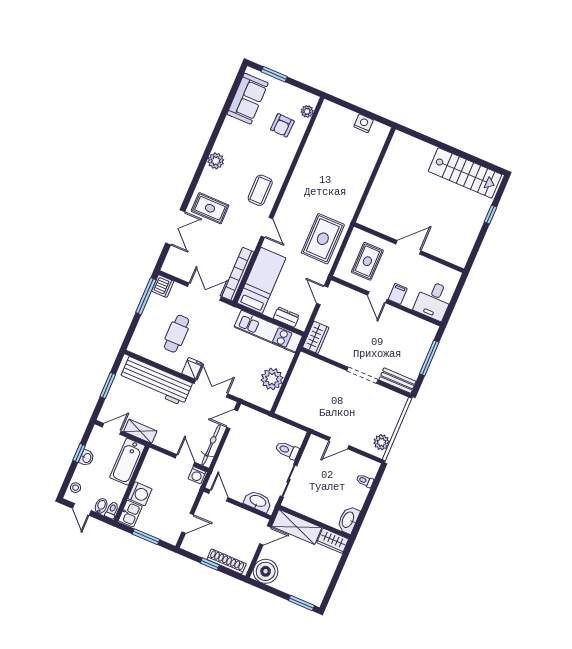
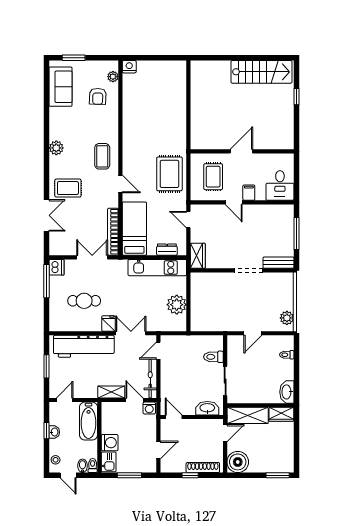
nightstand: (364, 123) -> (129, 67), moved
cafe table: (177, 334) -> (84, 301), turned 90
shelving: (140, 431) -> (111, 392), moved

